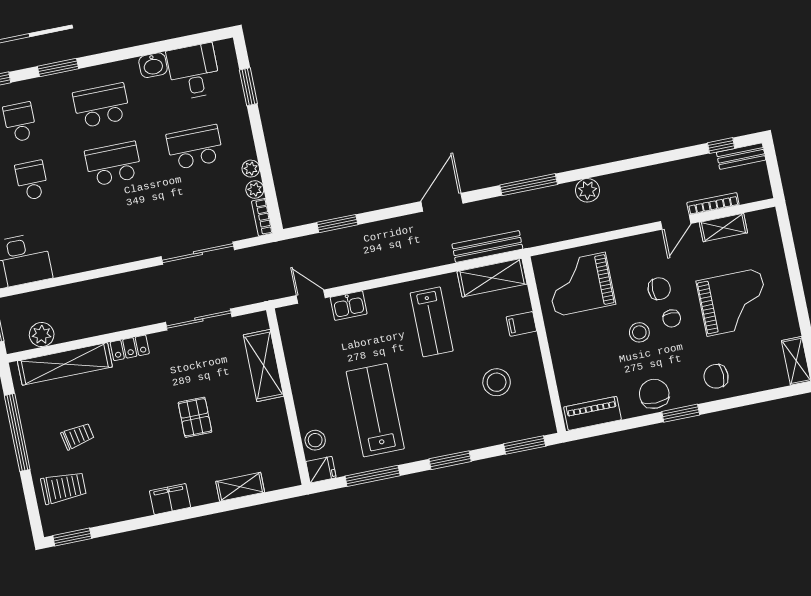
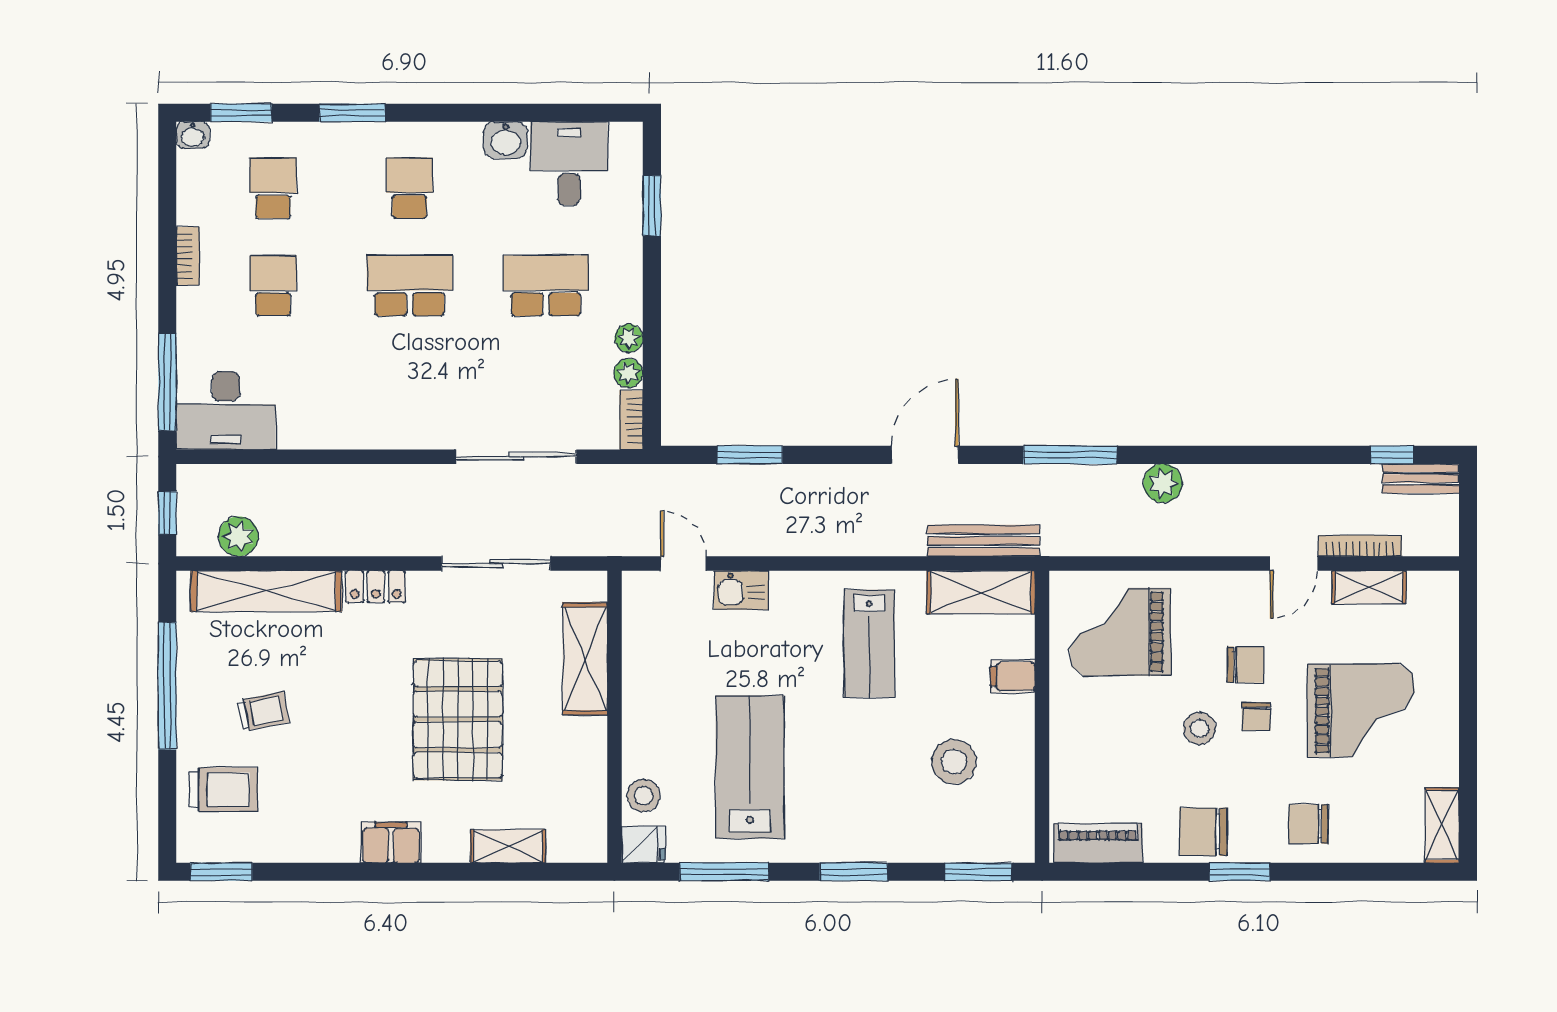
school desk: (101, 106) -> (410, 188), width x0.54
chair: (654, 394) -> (1203, 832), turned -90
pallet: (195, 417) -> (458, 719), width x2.05, depth x2.00

